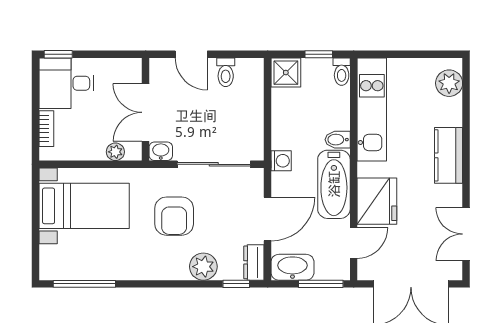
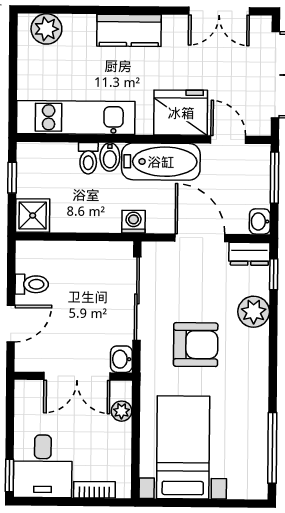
toilet: (342, 72) -> (88, 158), moved, turned 90
washbasin: (292, 267) -> (260, 221), width x0.52, depth x0.69

